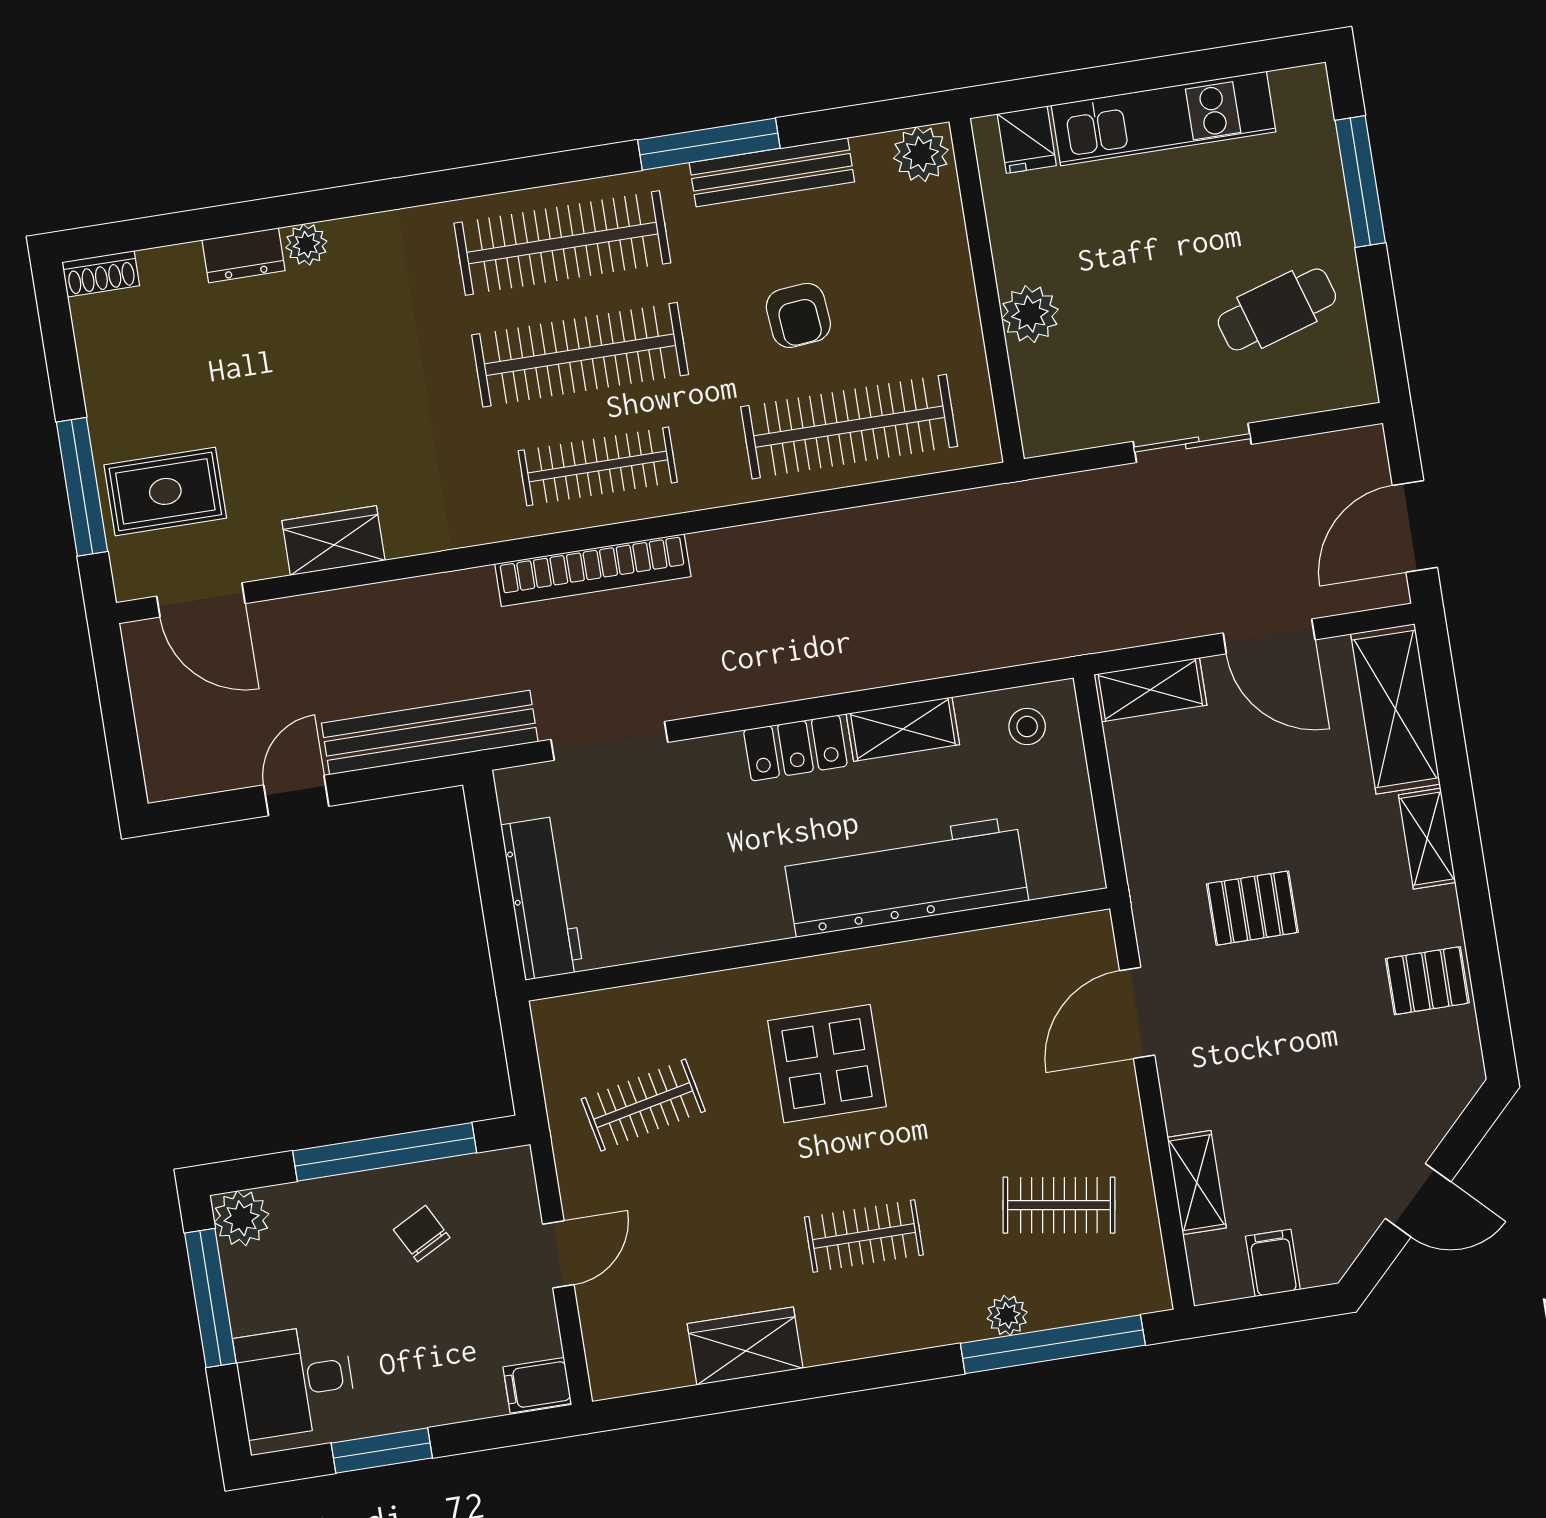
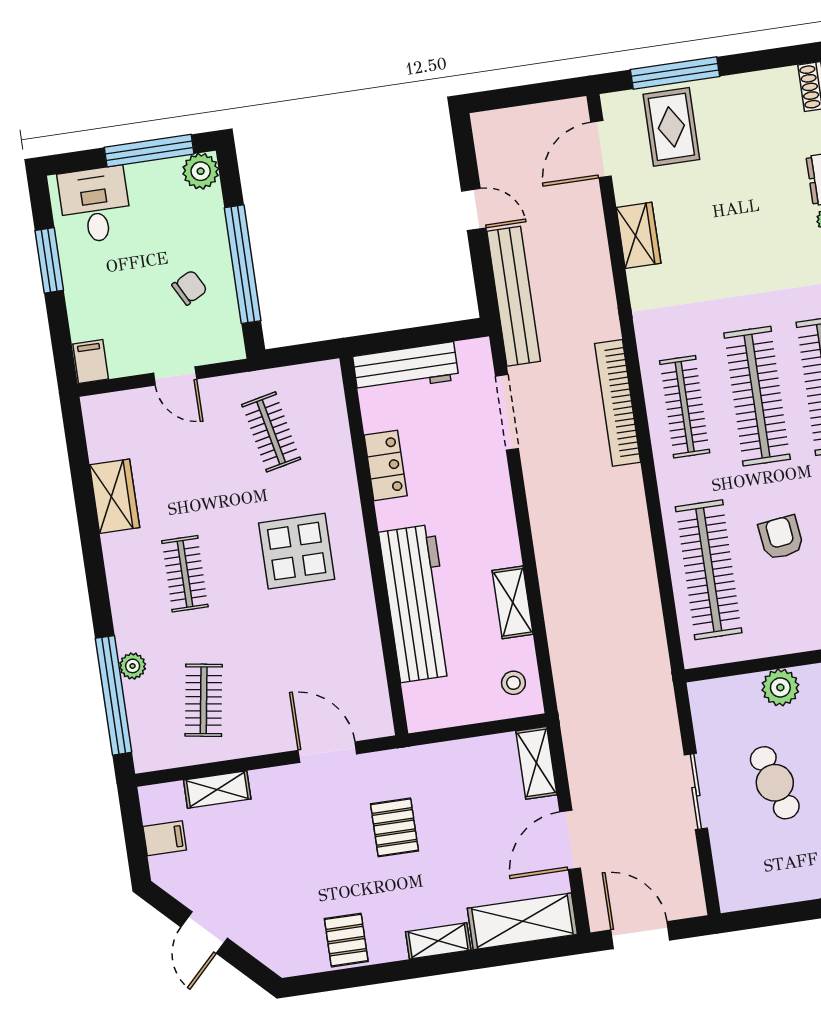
cafe table: (1277, 309) -> (775, 783), moved
armchair: (798, 315) -> (781, 538), turned 88
locker: (795, 748) -> (386, 465), moved, turned 180

